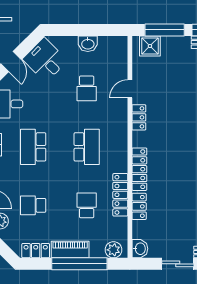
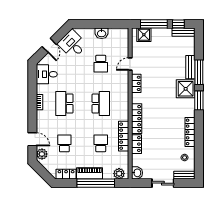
school desk: (33, 205) -> (64, 143), turned 90

